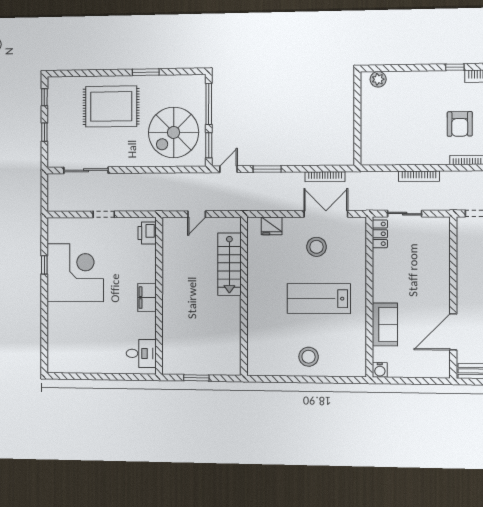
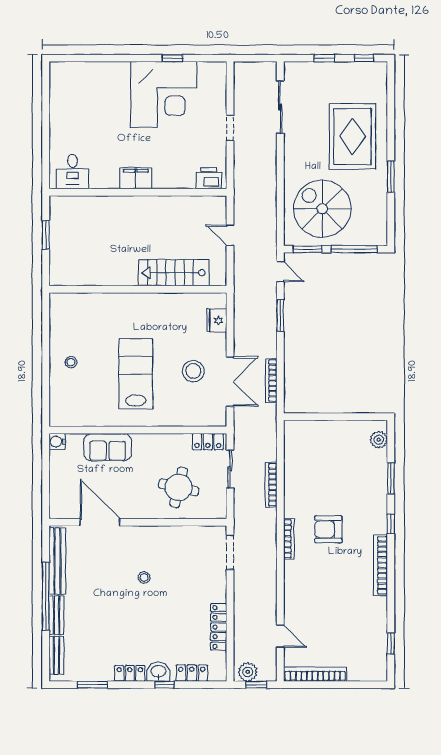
window: (413, 68) -> (391, 478), added
round table: (421, 260) -> (179, 487), added
stool: (309, 357) -> (71, 362), width x0.53, depth x0.53

